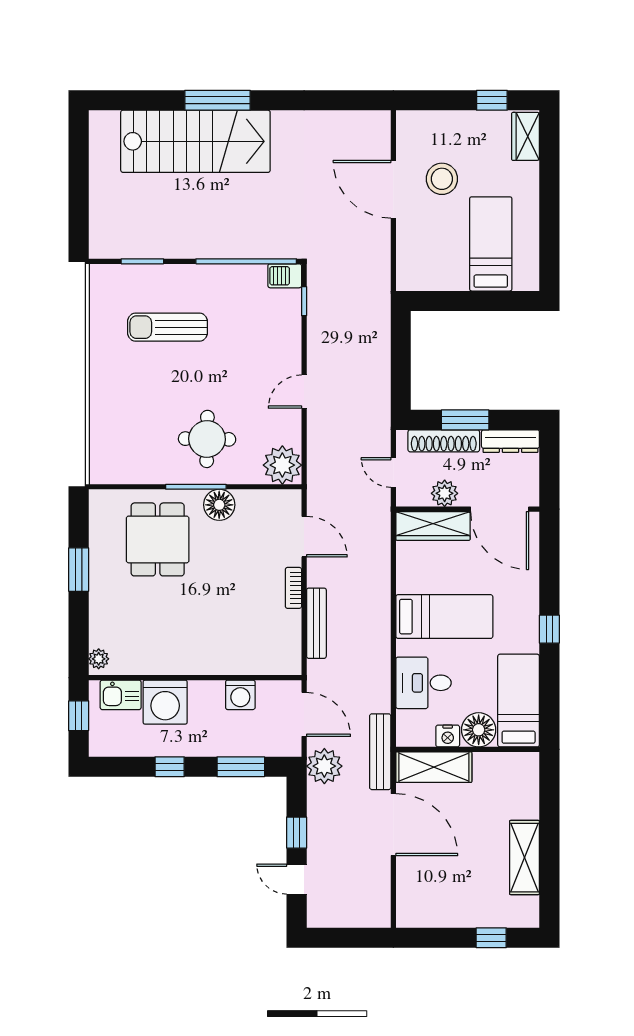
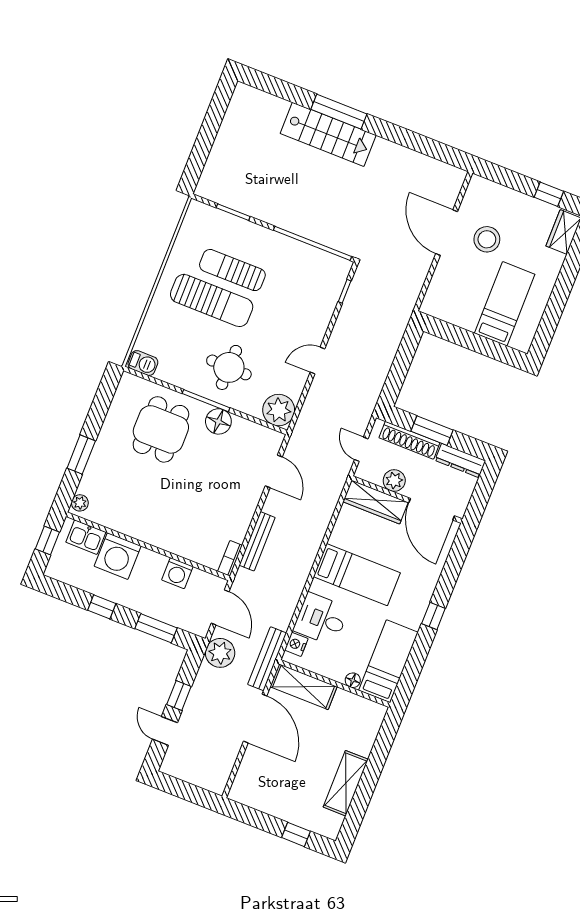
stairs: (195, 141) -> (328, 134), width x0.73, depth x0.66
barbecue: (285, 276) -> (143, 363), moved, turned 180
sun lounger: (158, 371) -> (212, 301), added
window: (79, 570) -> (81, 455), moved
bookcase: (293, 588) -> (230, 558), moved
floor lamp: (479, 730) -> (353, 680), width x0.53, depth x0.53
nightstand: (448, 736) -> (296, 644), moved, turned 90

